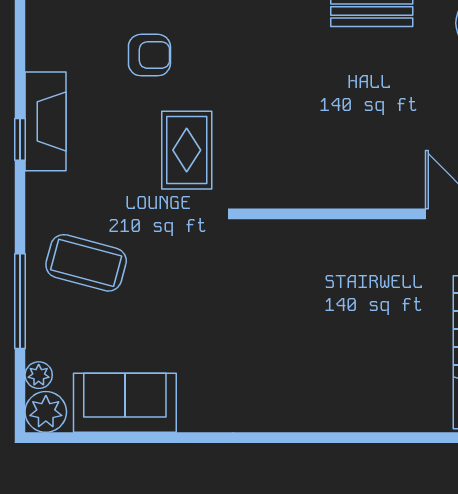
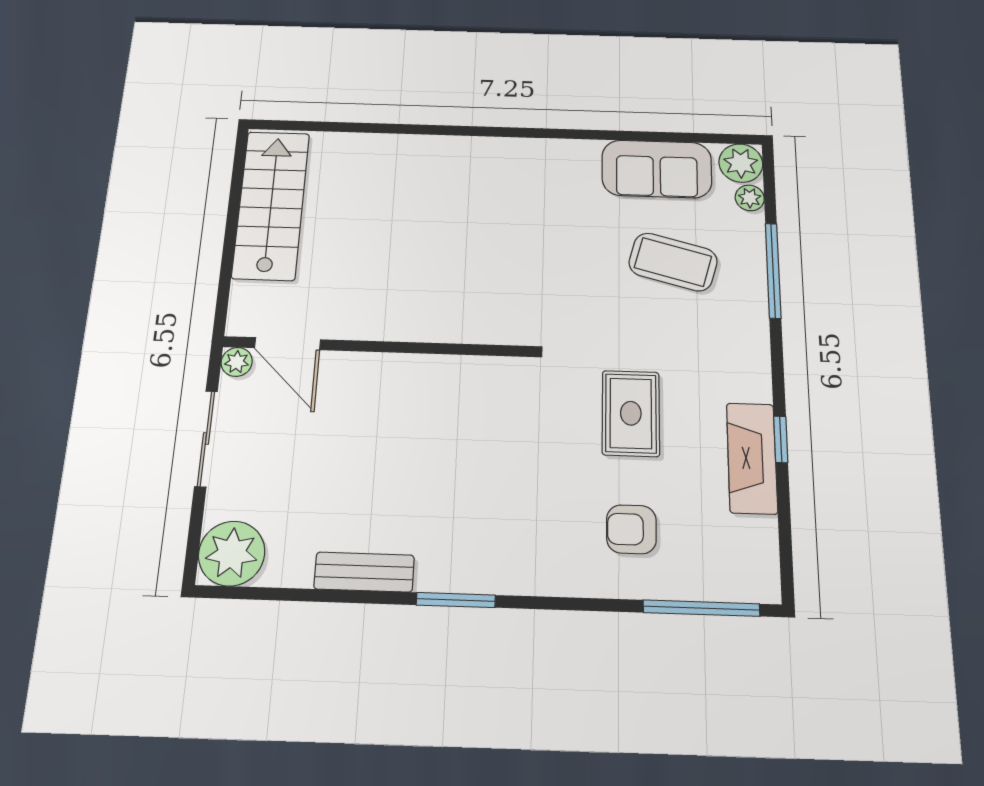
rug: (187, 150) -> (631, 413), moved
coffee table: (86, 263) -> (673, 262), moved

